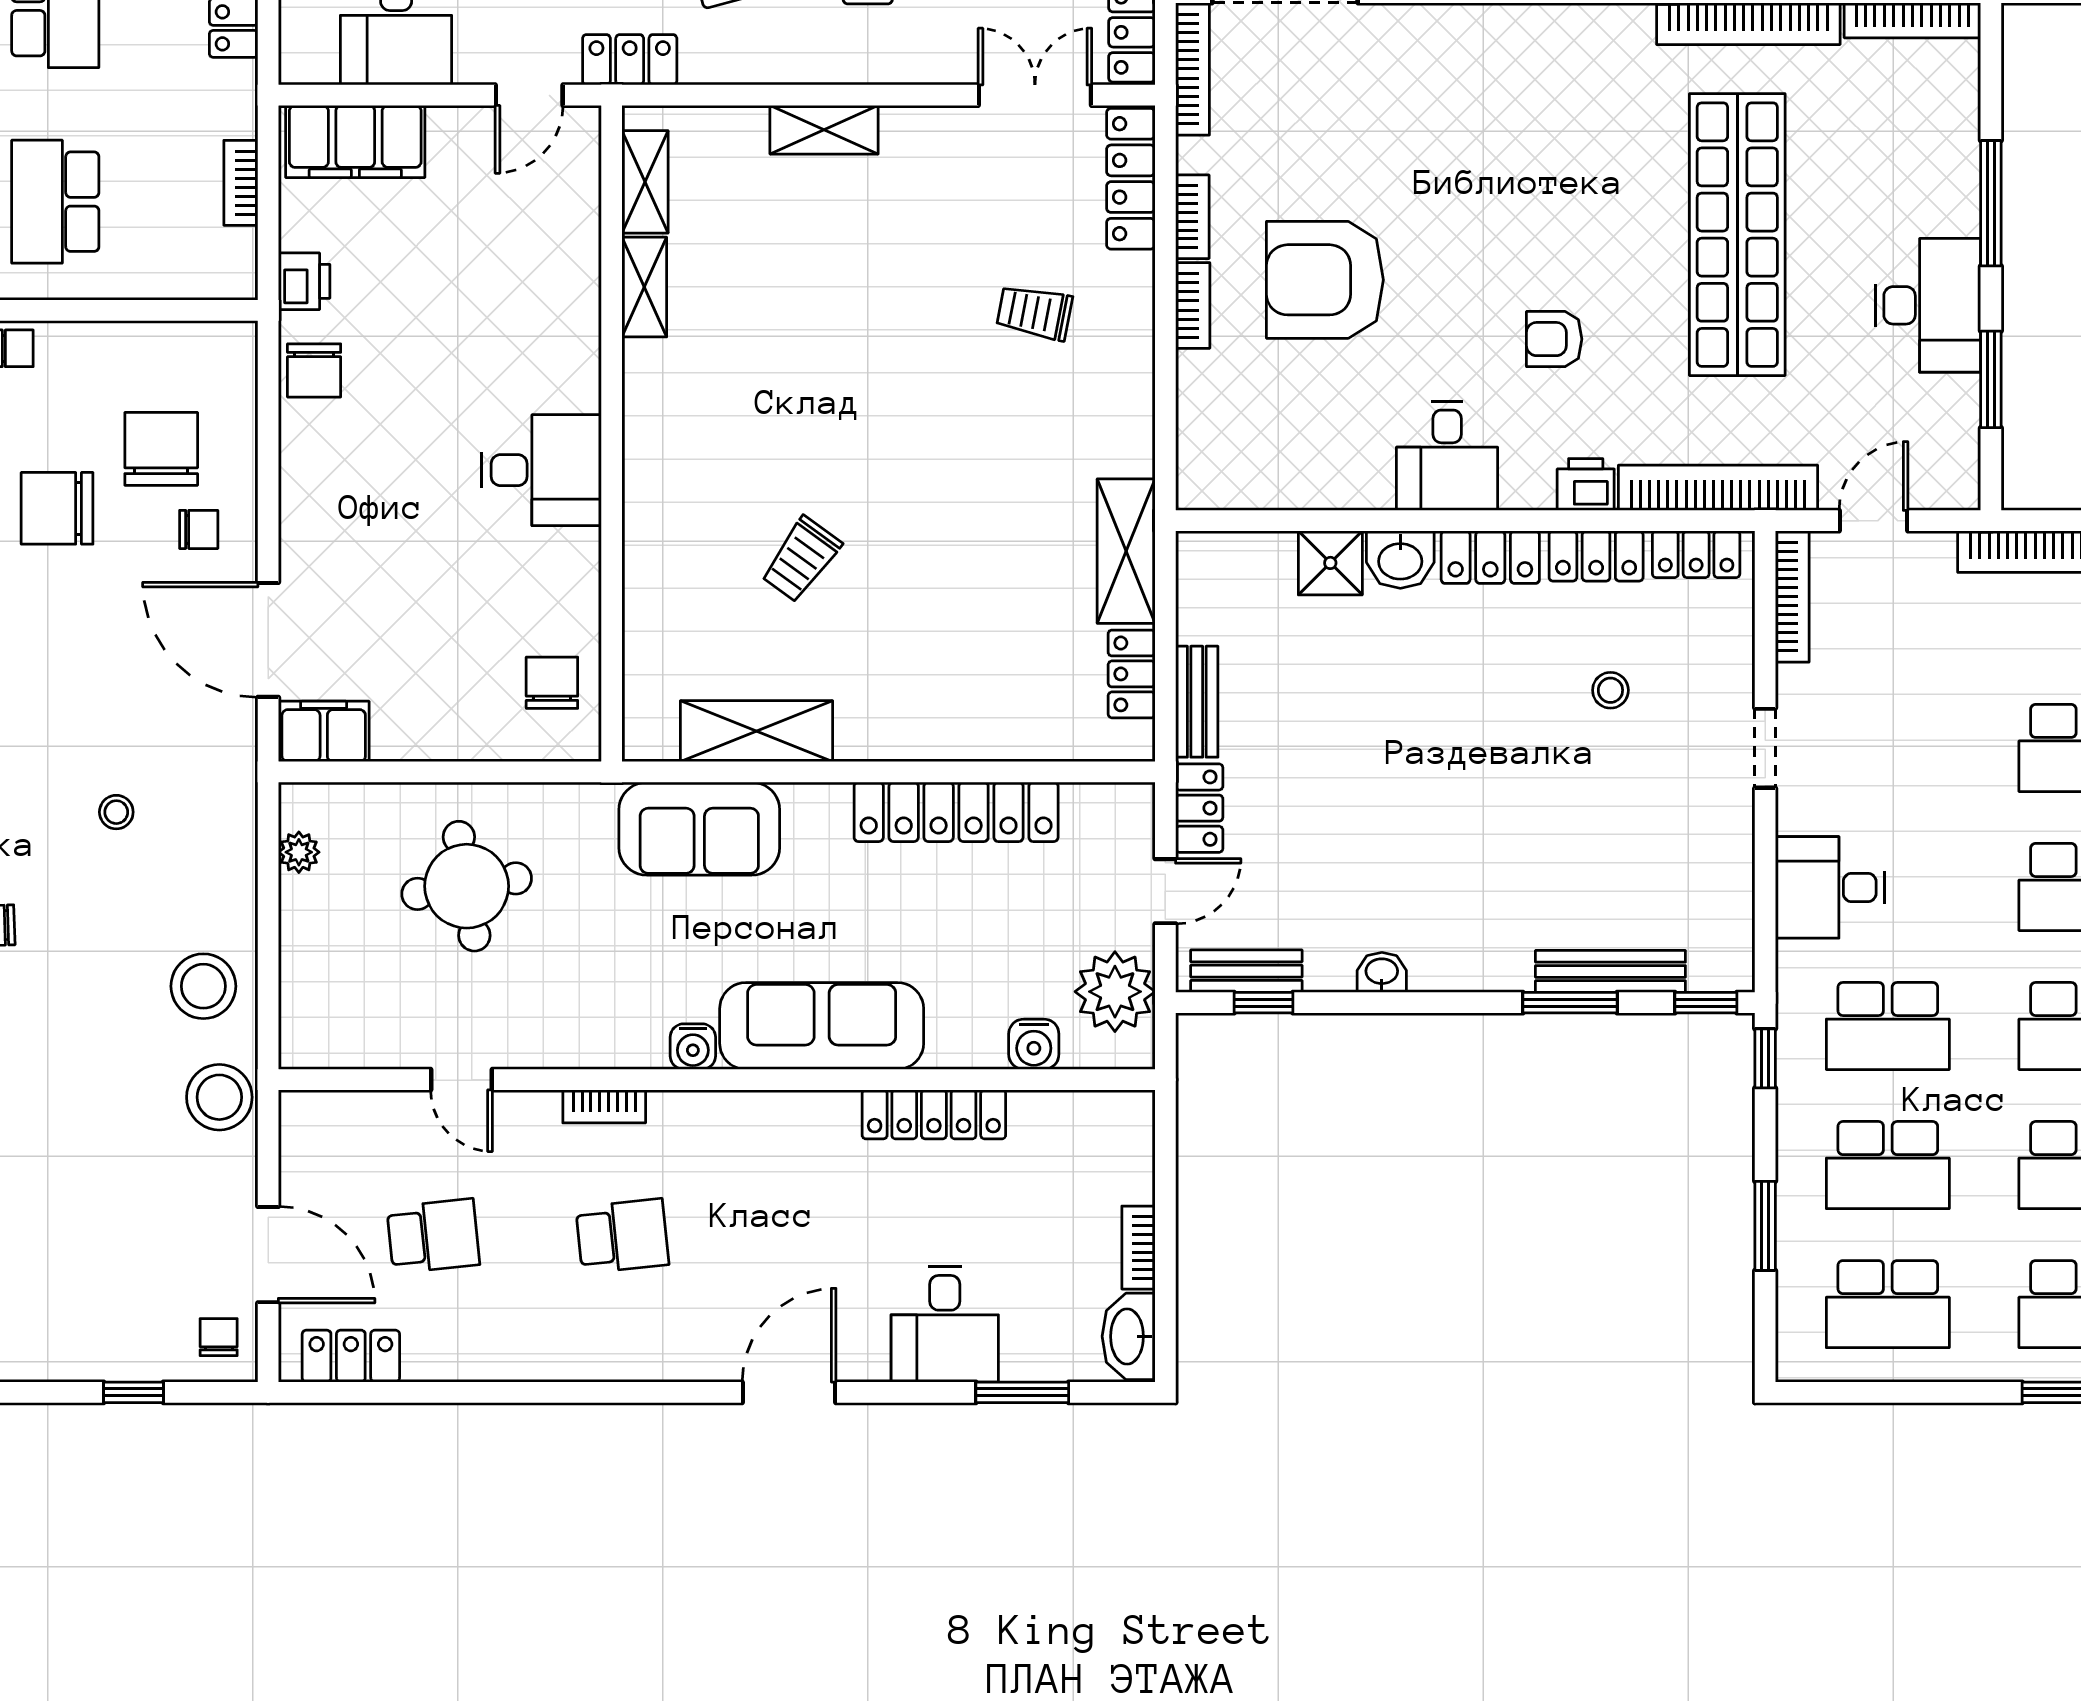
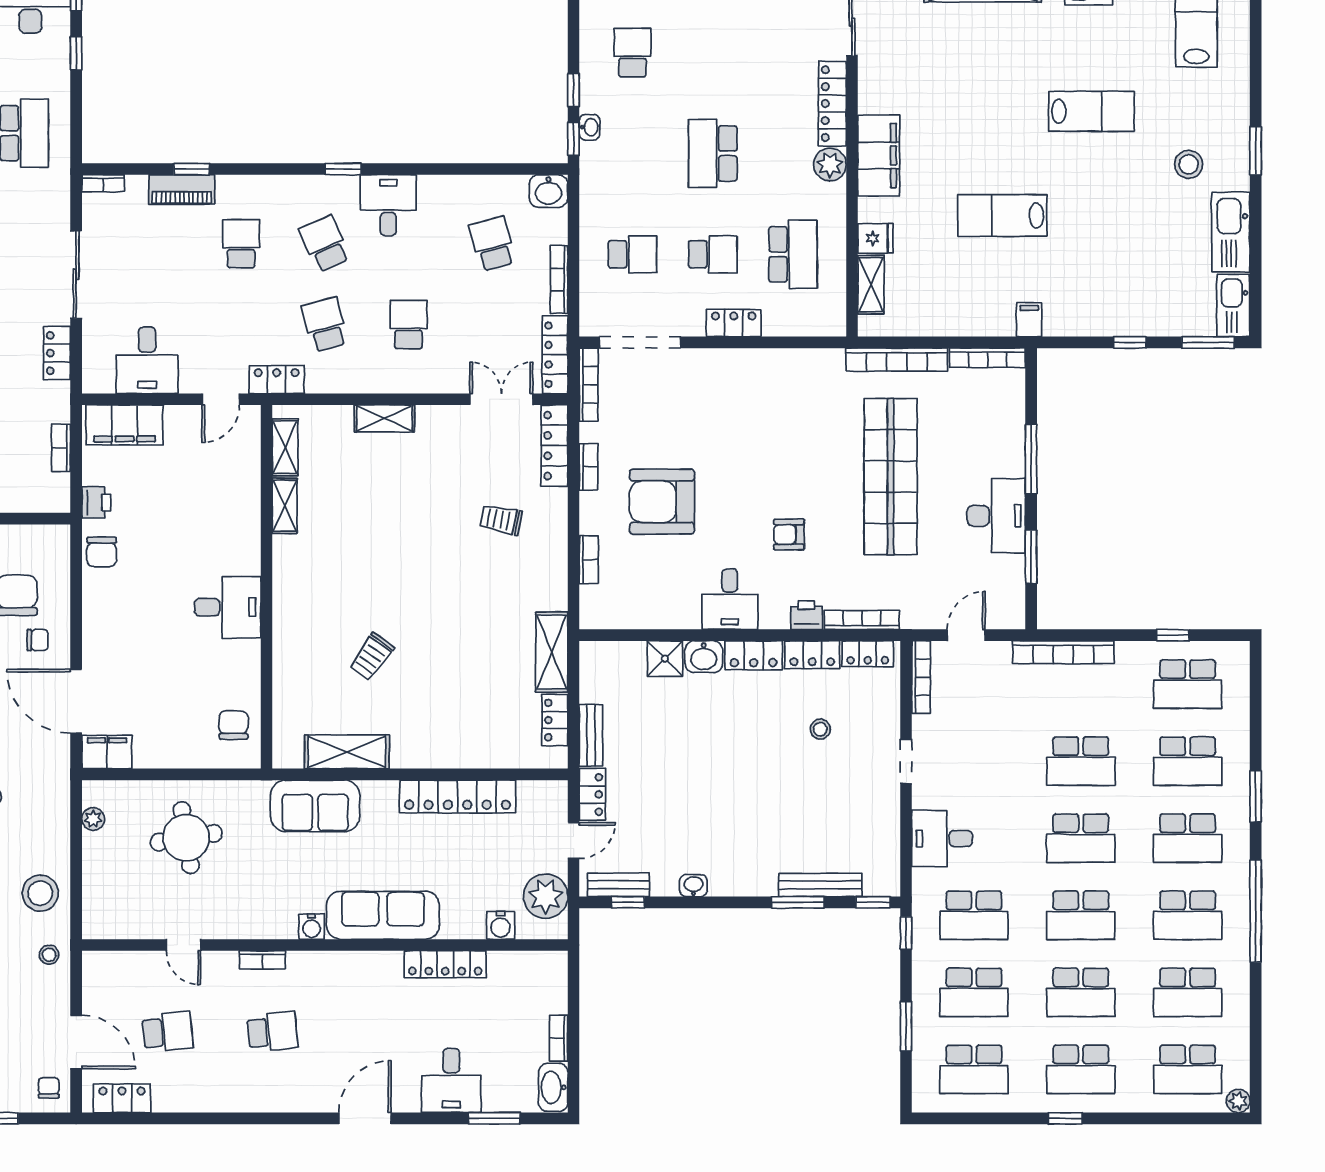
bookcase: (1193, 305) -> (589, 560), moved
bookcase: (1718, 488) -> (862, 620), width x0.68, depth x0.76
stool: (219, 1097) -> (49, 955), width x0.53, depth x0.53

